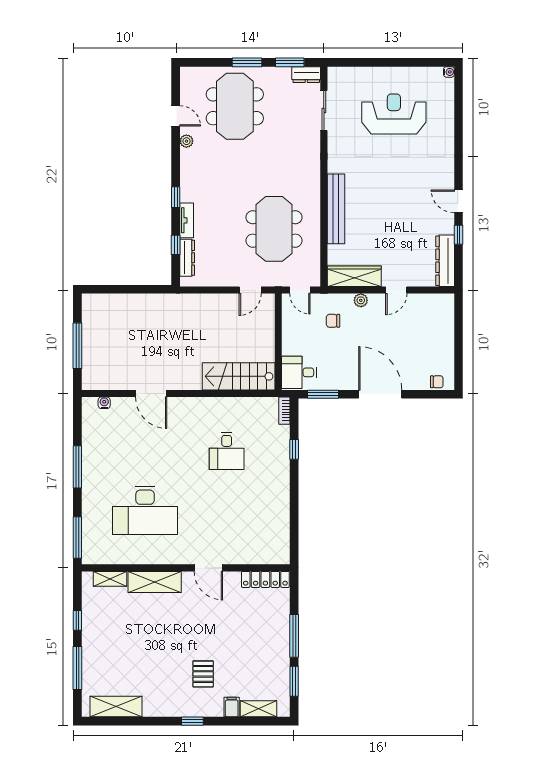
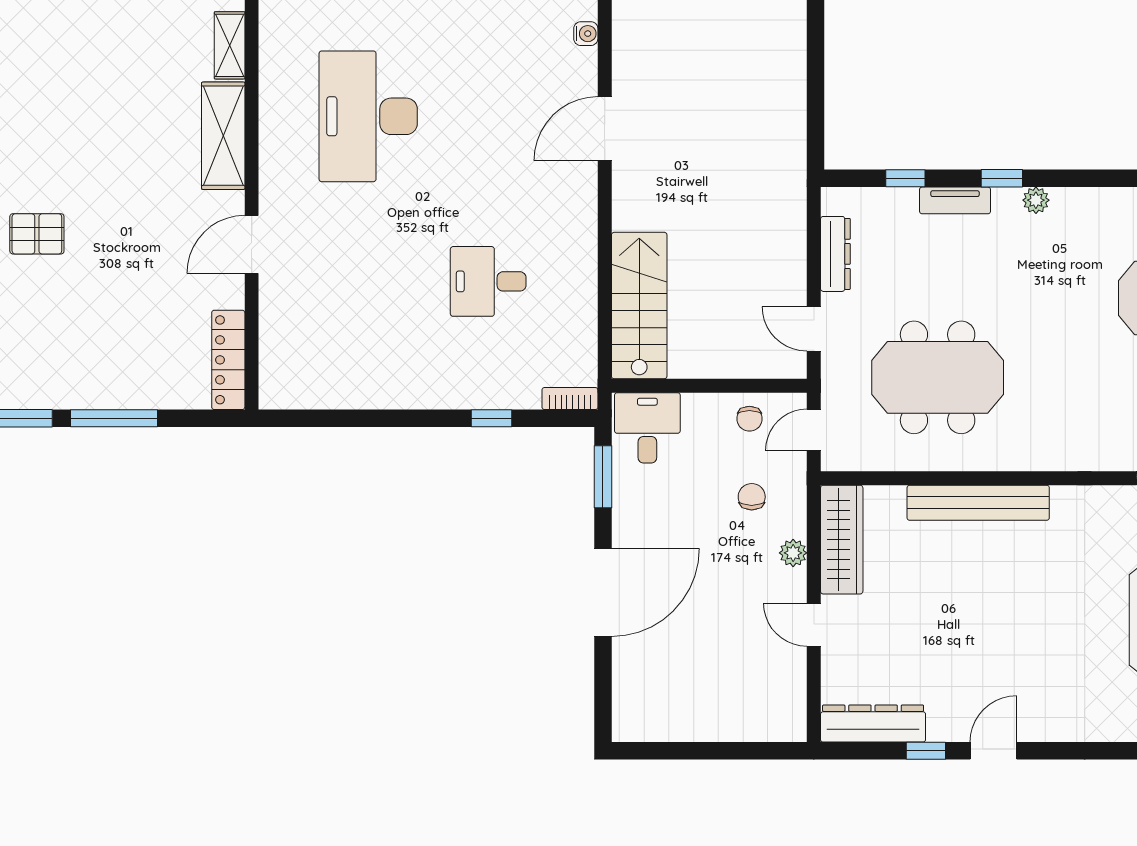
plant: (186, 141) -> (1036, 200), moved
dresser: (187, 258) -> (835, 254), moved, turned -90
chair: (437, 382) -> (749, 419), moved

